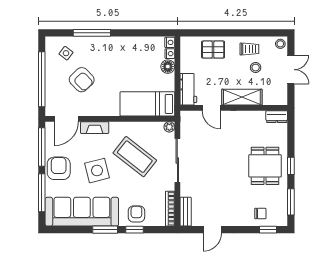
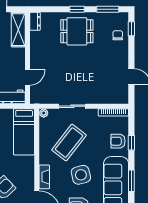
shelving: (242, 97) -> (18, 30), moved
sliding door: (177, 161) -> (72, 106), width x0.73
bench: (186, 212) -> (116, 99), removed
window: (105, 230) -> (131, 181), moved

